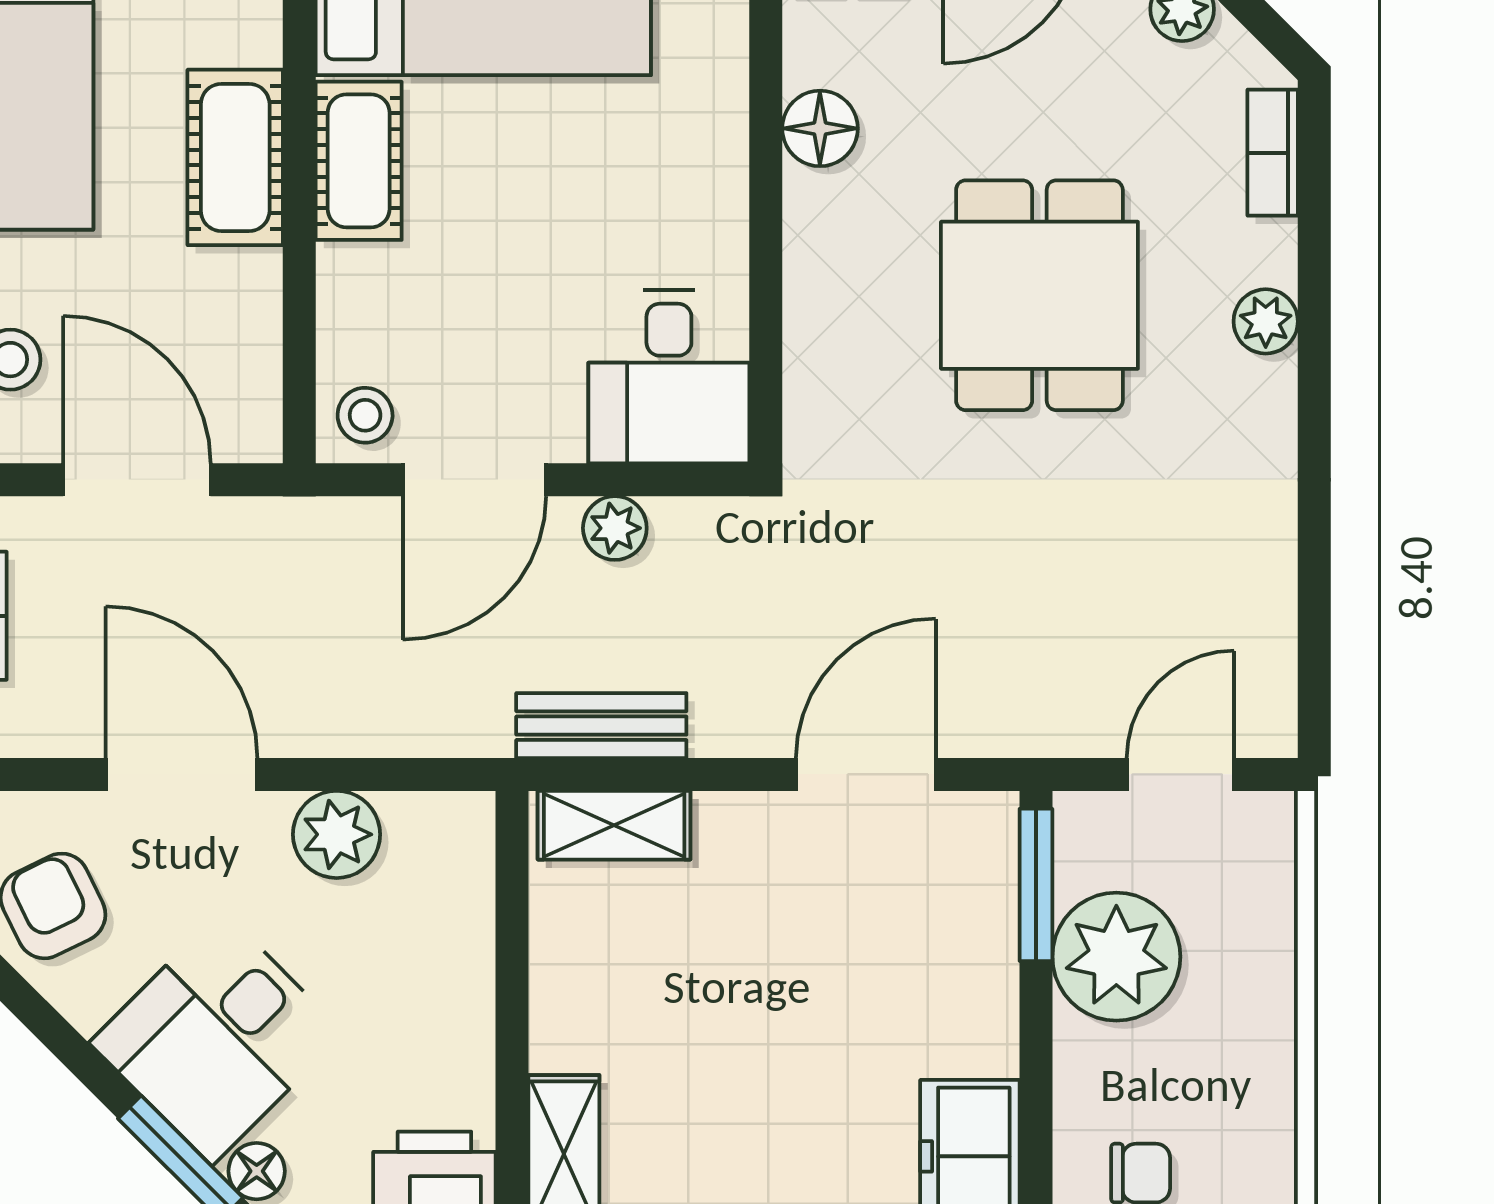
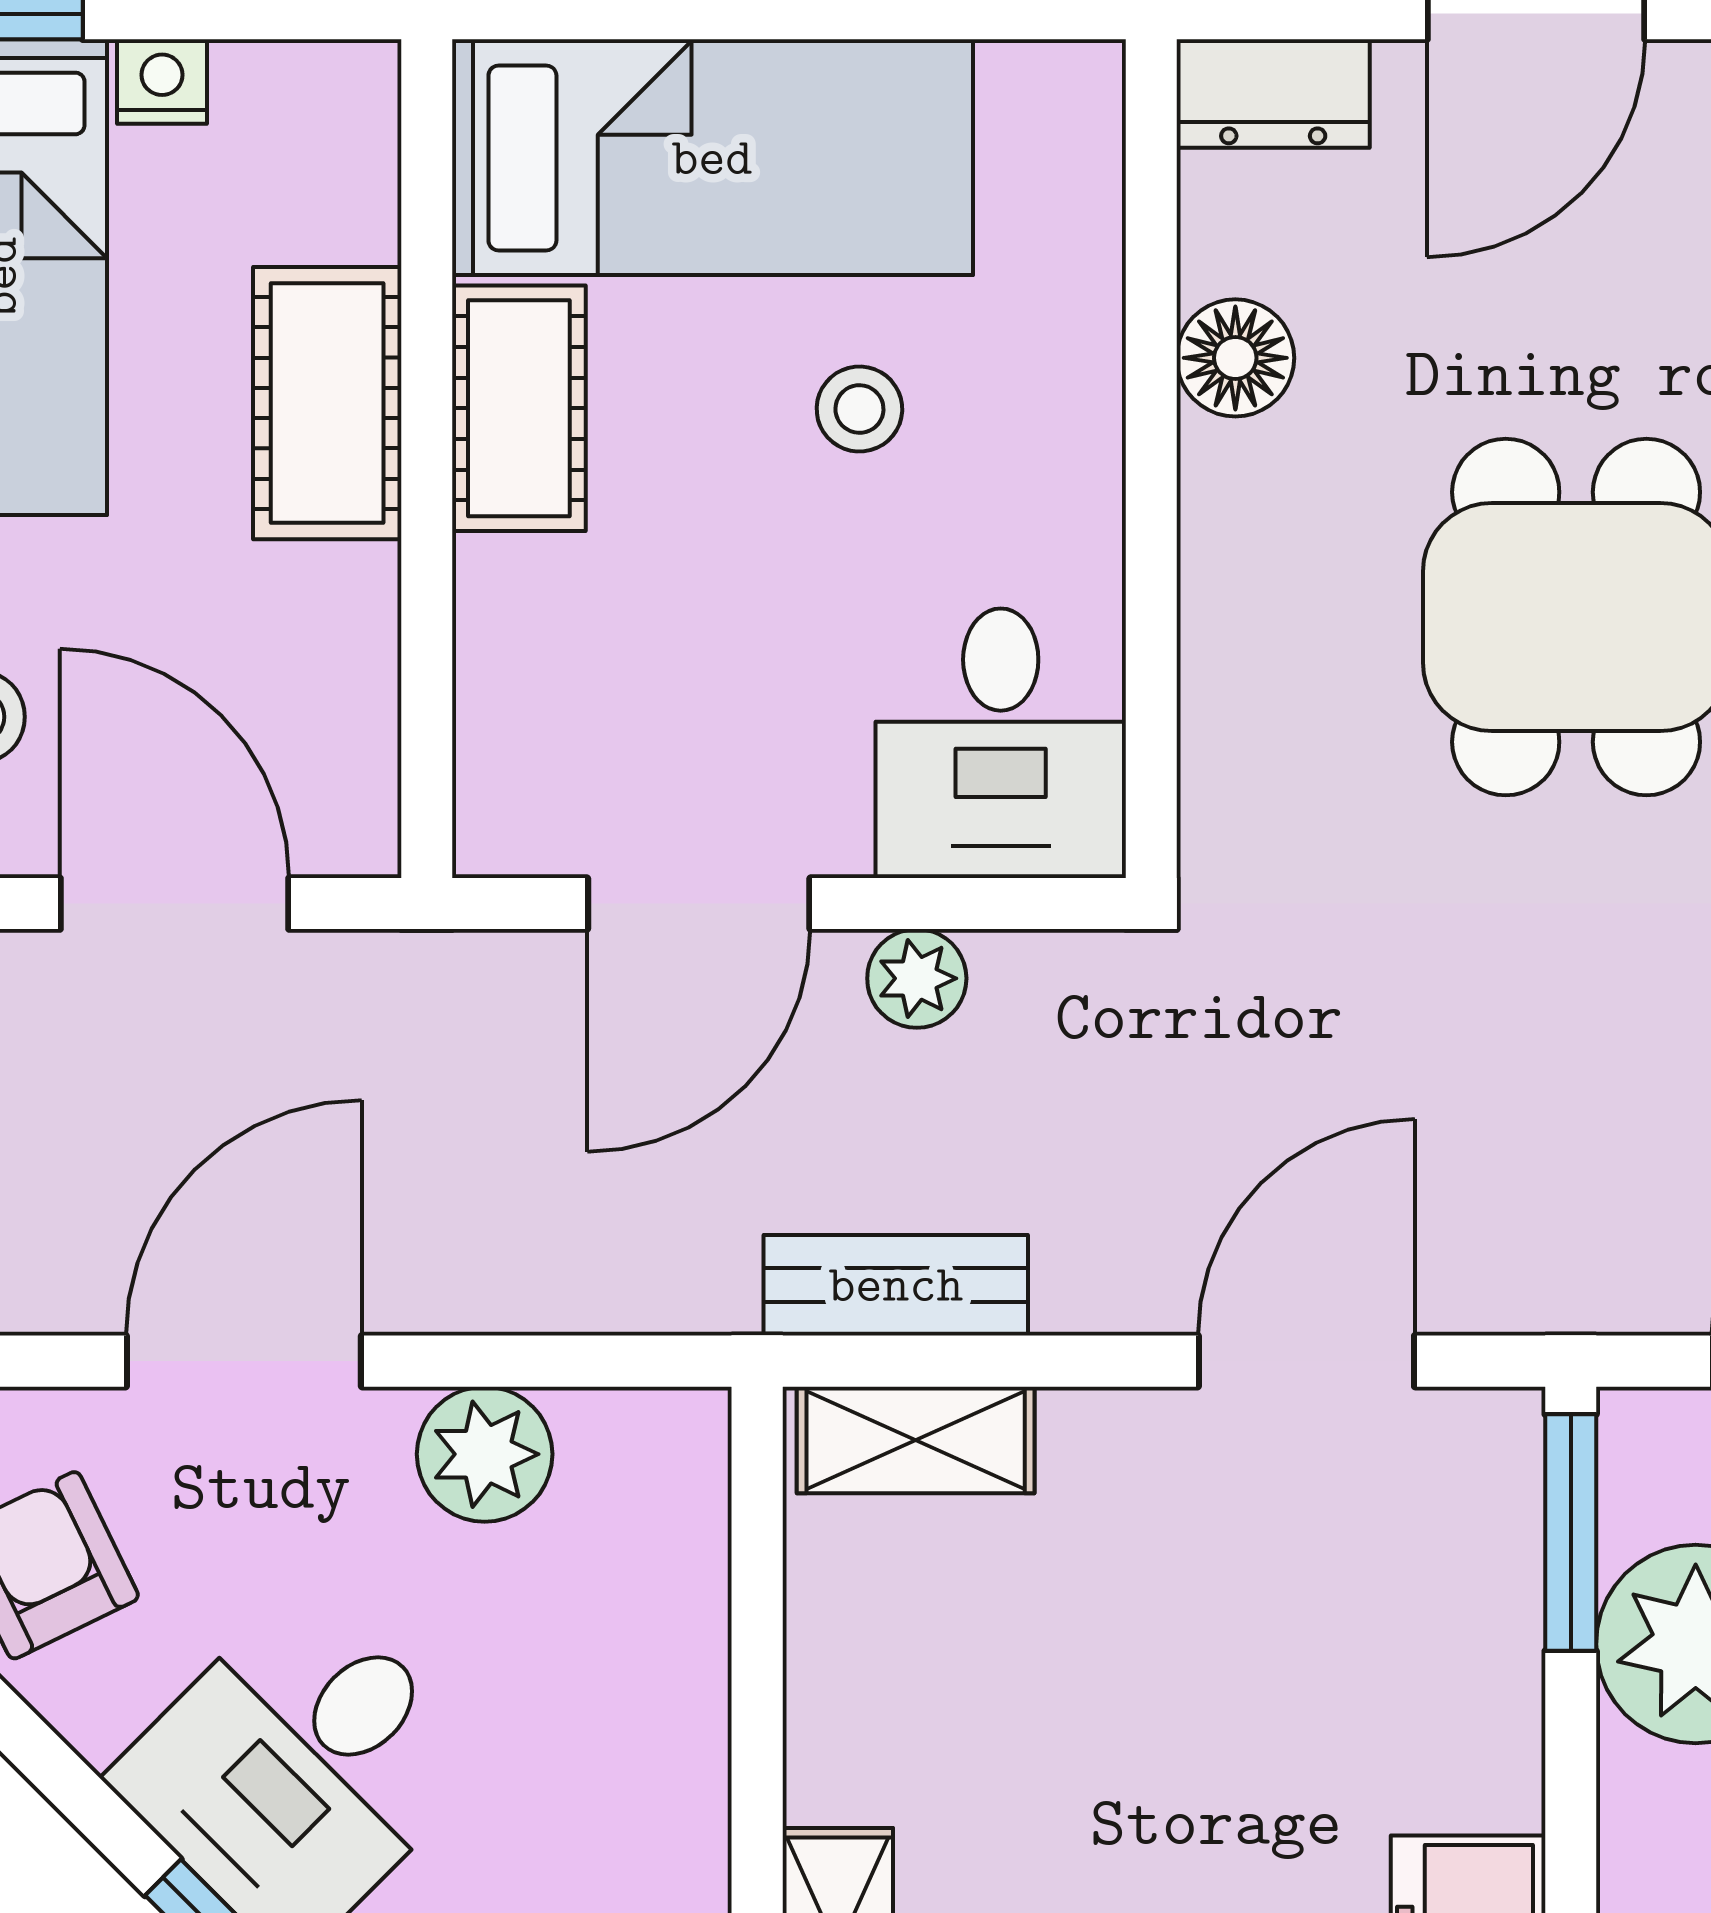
stool: (365, 415) -> (859, 409), moved
door: (182, 774) -> (244, 1361), hinge flipped

